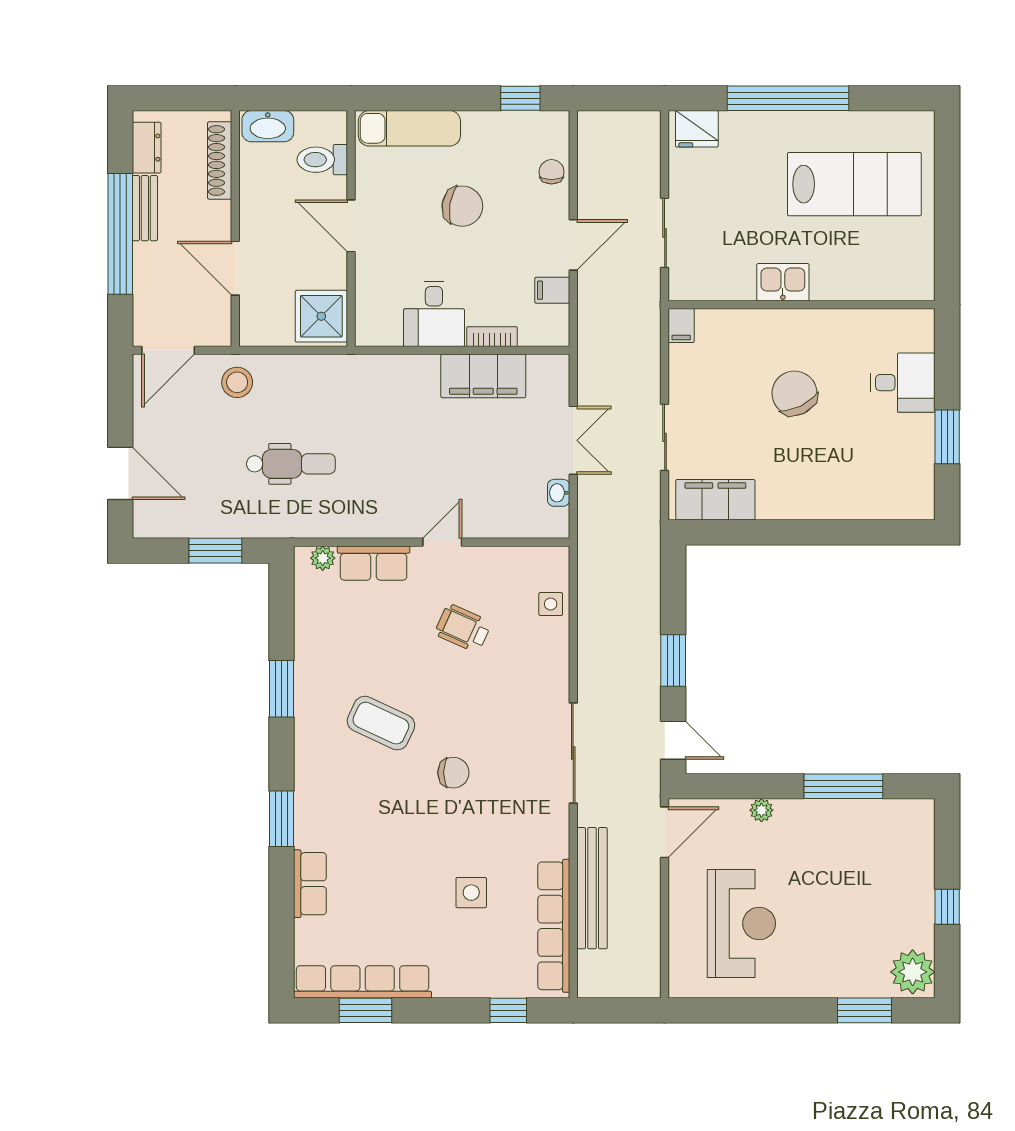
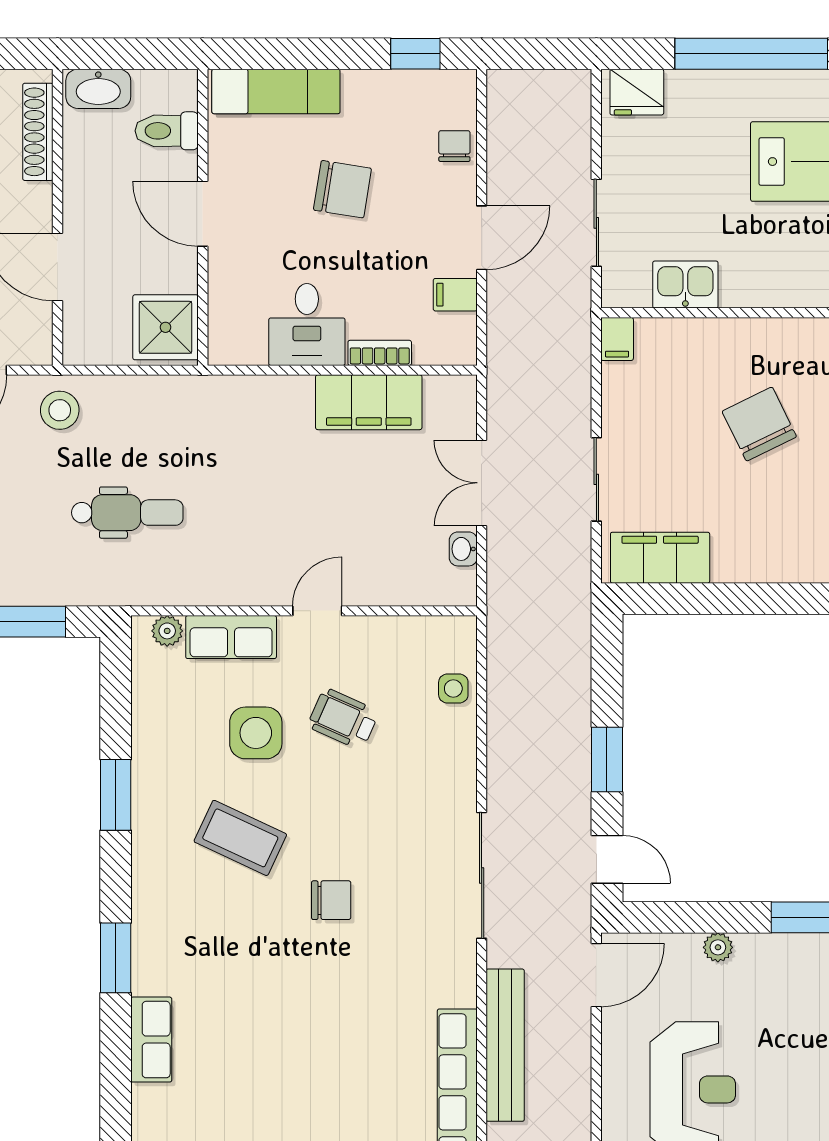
kitchen sink: (783, 282) -> (685, 285), moved
double door: (573, 440) -> (482, 483), swing flipped
side table: (471, 893) -> (256, 733), moved, width x1.37, depth x1.37

